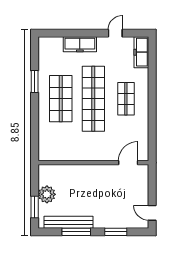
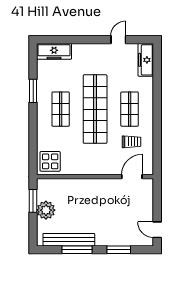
freezer: (80, 44) -> (54, 51), moved
shop shelf: (61, 99) -> (61, 109), width x0.70, depth x0.74
trolley: (128, 130) -> (132, 142), added
display table: (51, 148) -> (50, 161), added
window: (35, 207) -> (33, 201), moved

